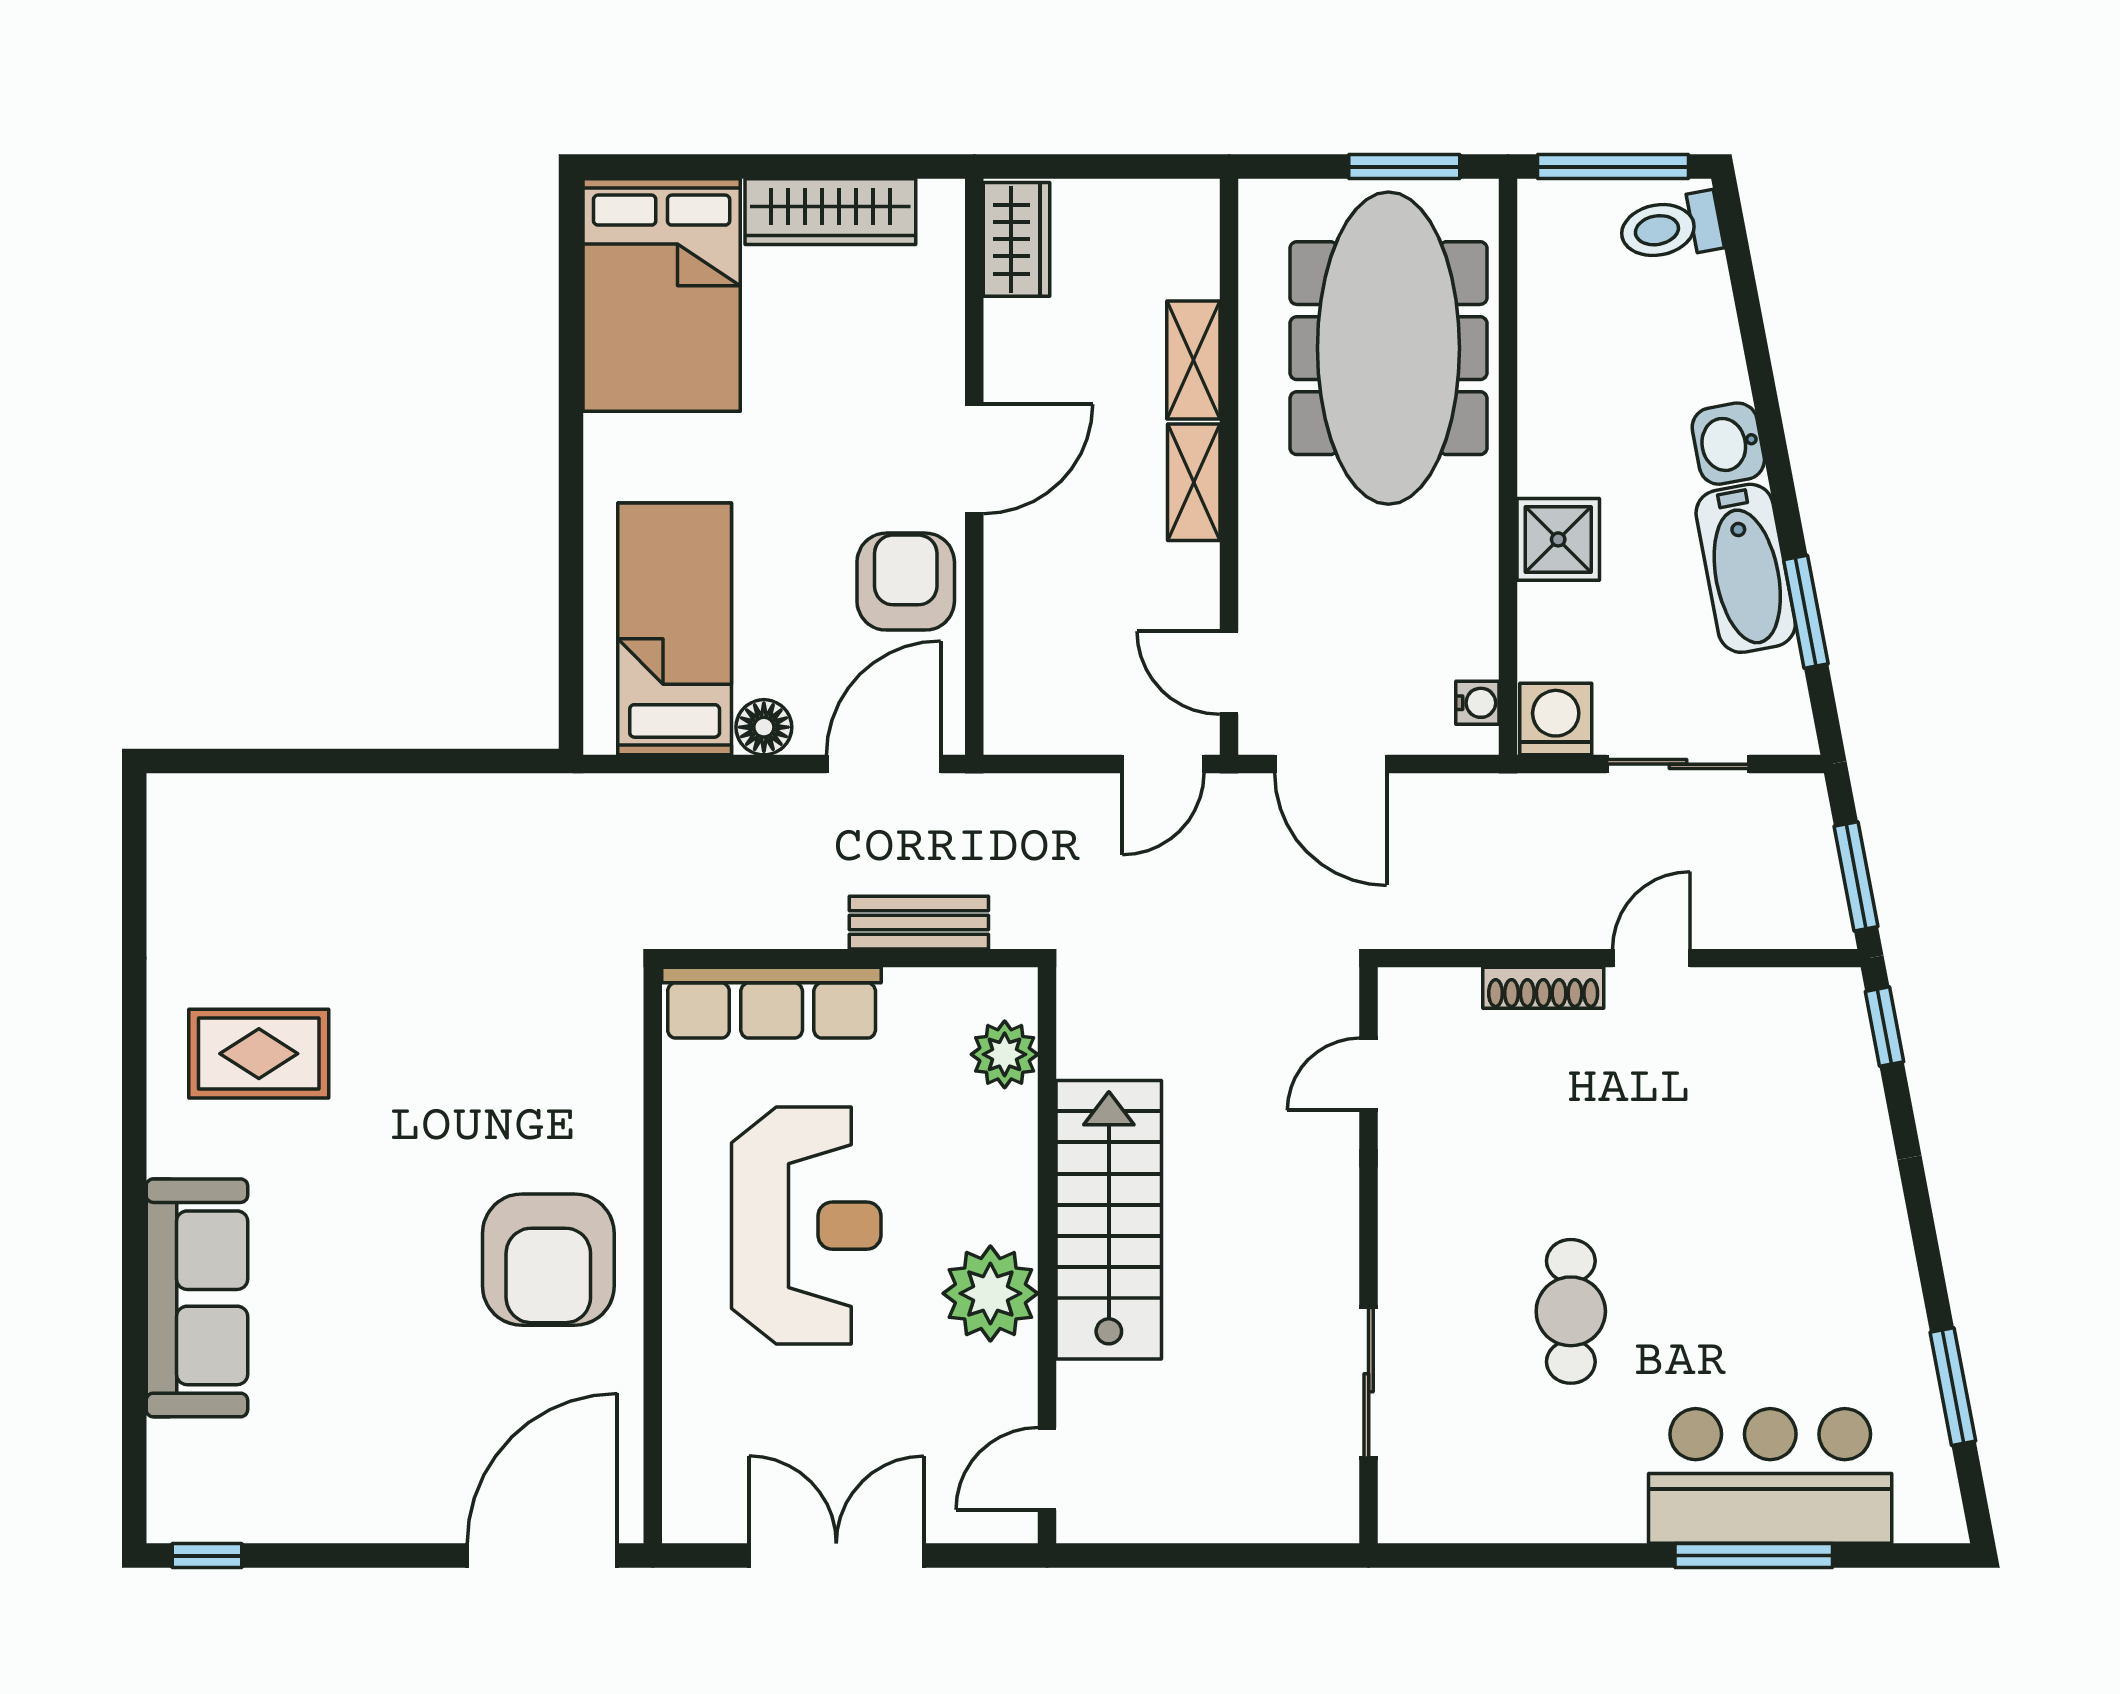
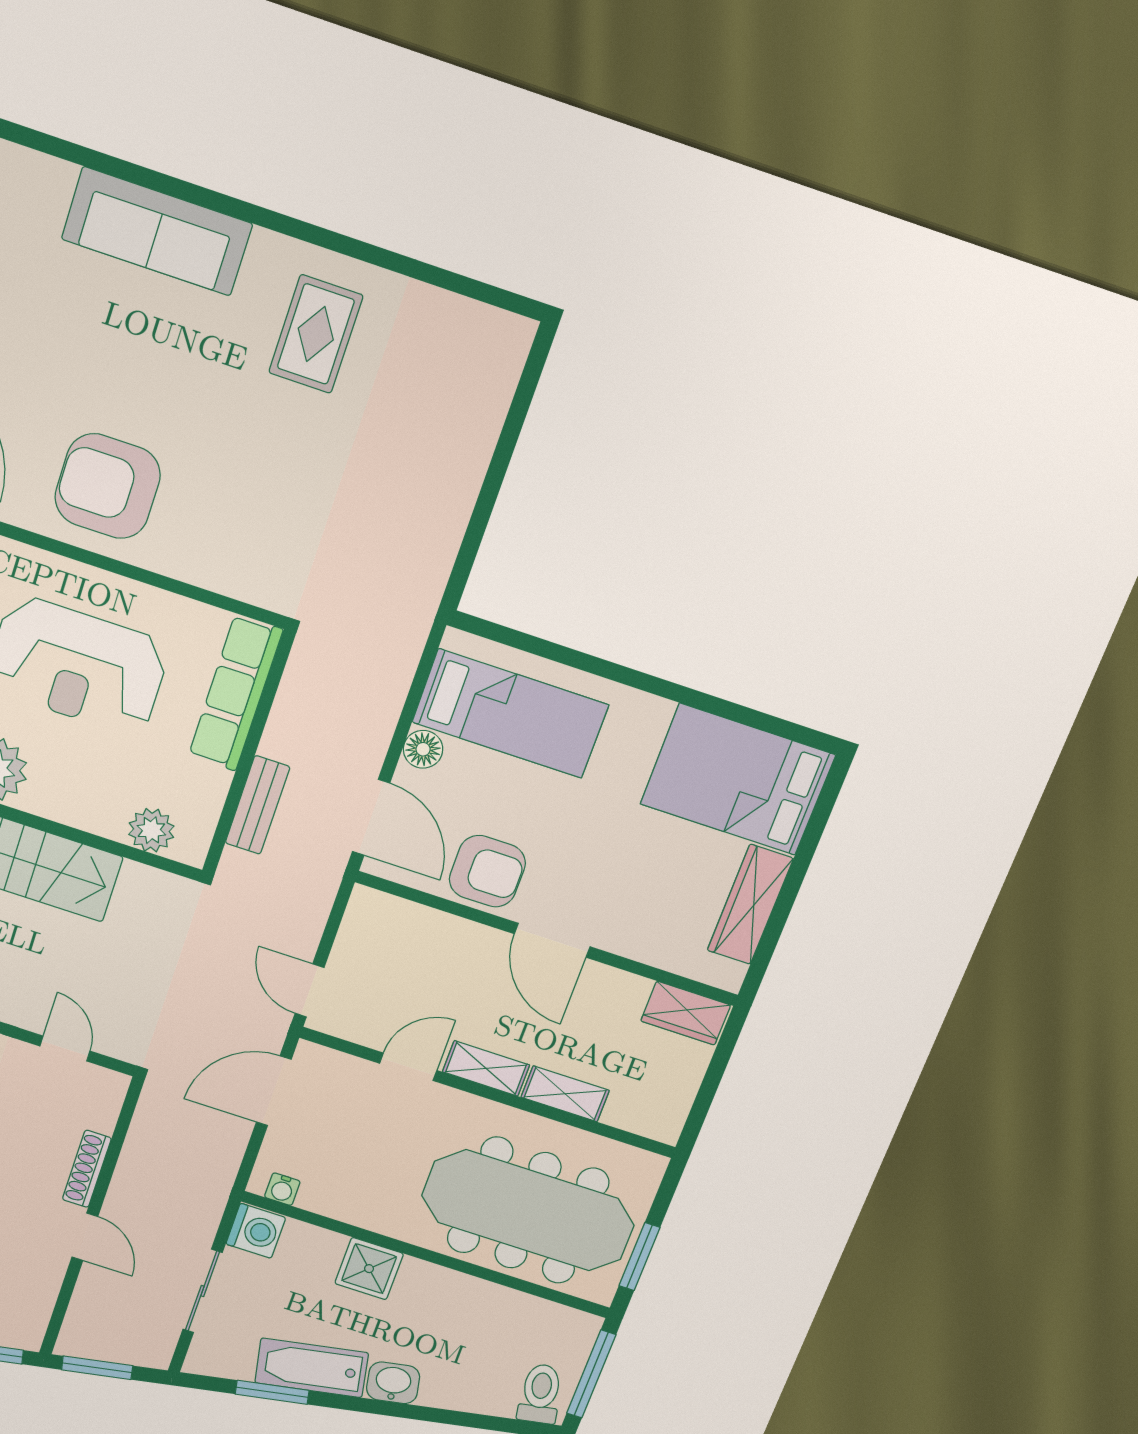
door: (1229, 673) -> (408, 1067), moved

